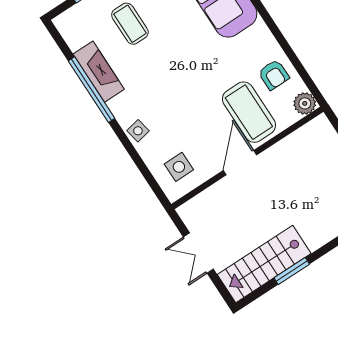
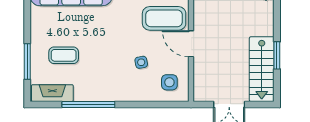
fireplace: (99, 72) -> (52, 93), moved
side table: (138, 131) -> (141, 62), moved

